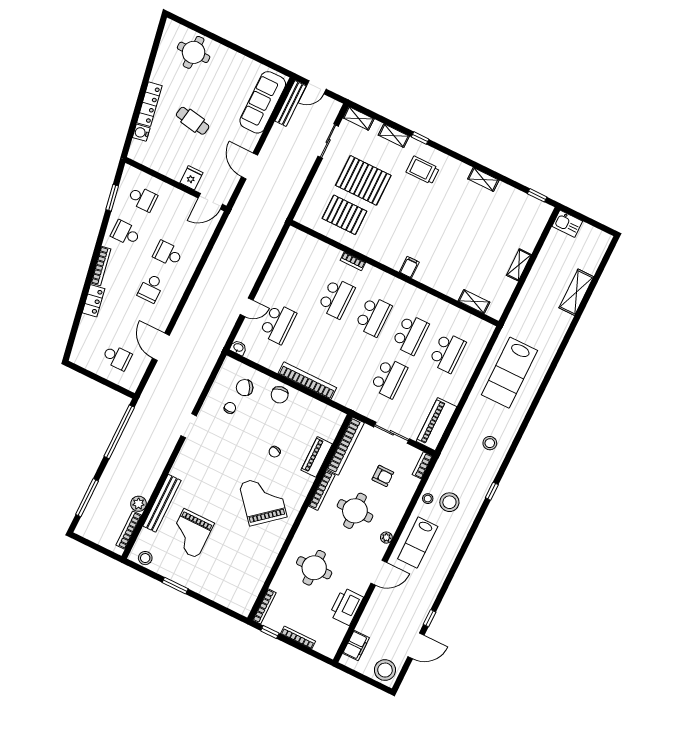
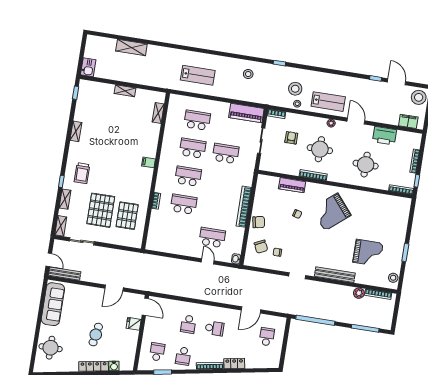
sofa: (263, 102) -> (53, 304), moved, turned -90
lab bench: (509, 373) -> (198, 75), width x0.73, depth x0.72
bookcase: (345, 446) -> (279, 169), removed
bench: (162, 503) -> (335, 275), moved

